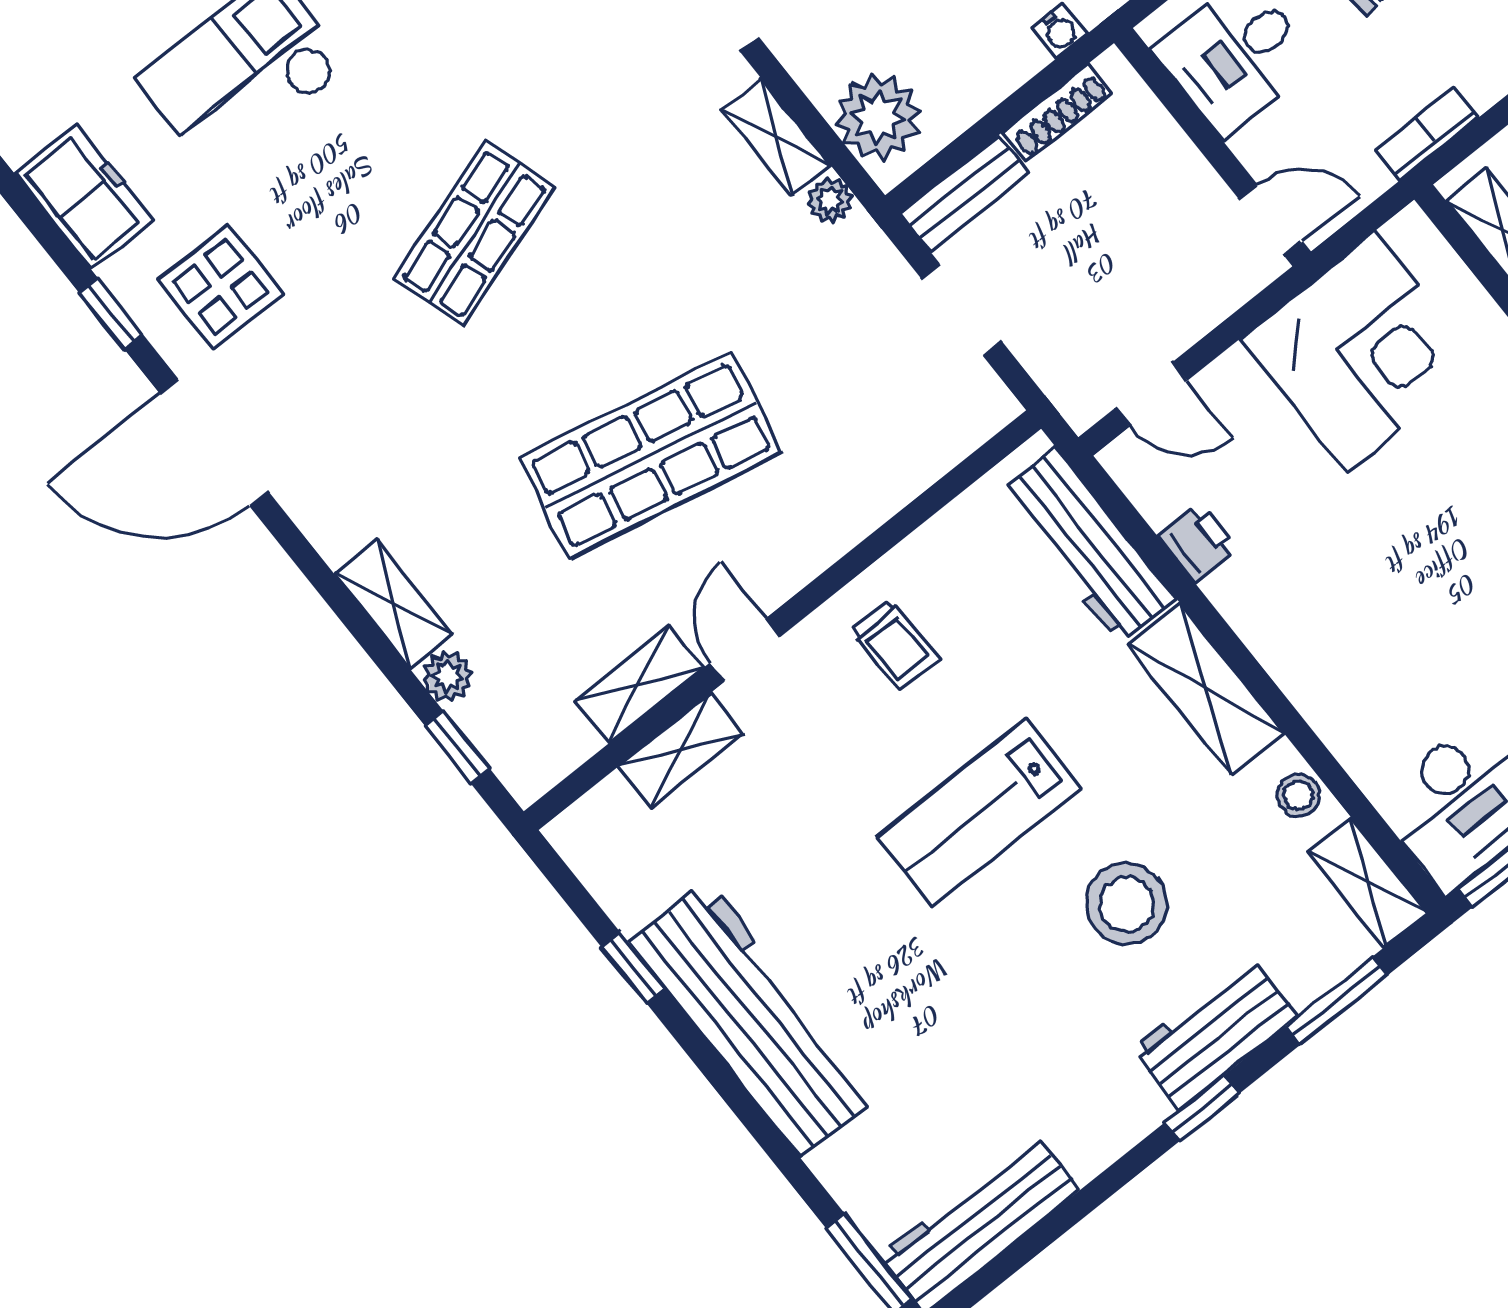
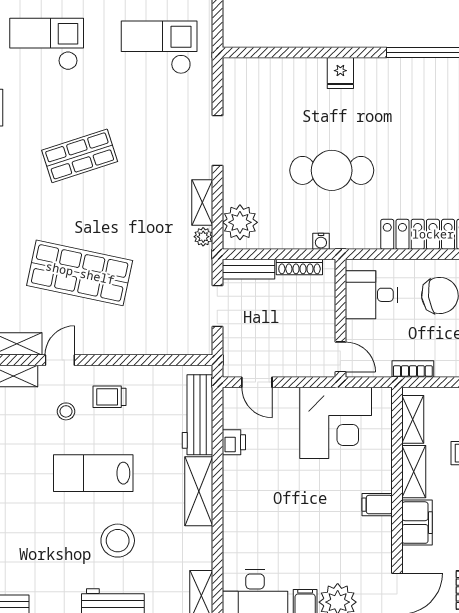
trolley: (894, 645) -> (109, 397), turned 90
stool: (1298, 795) -> (66, 411), moved

